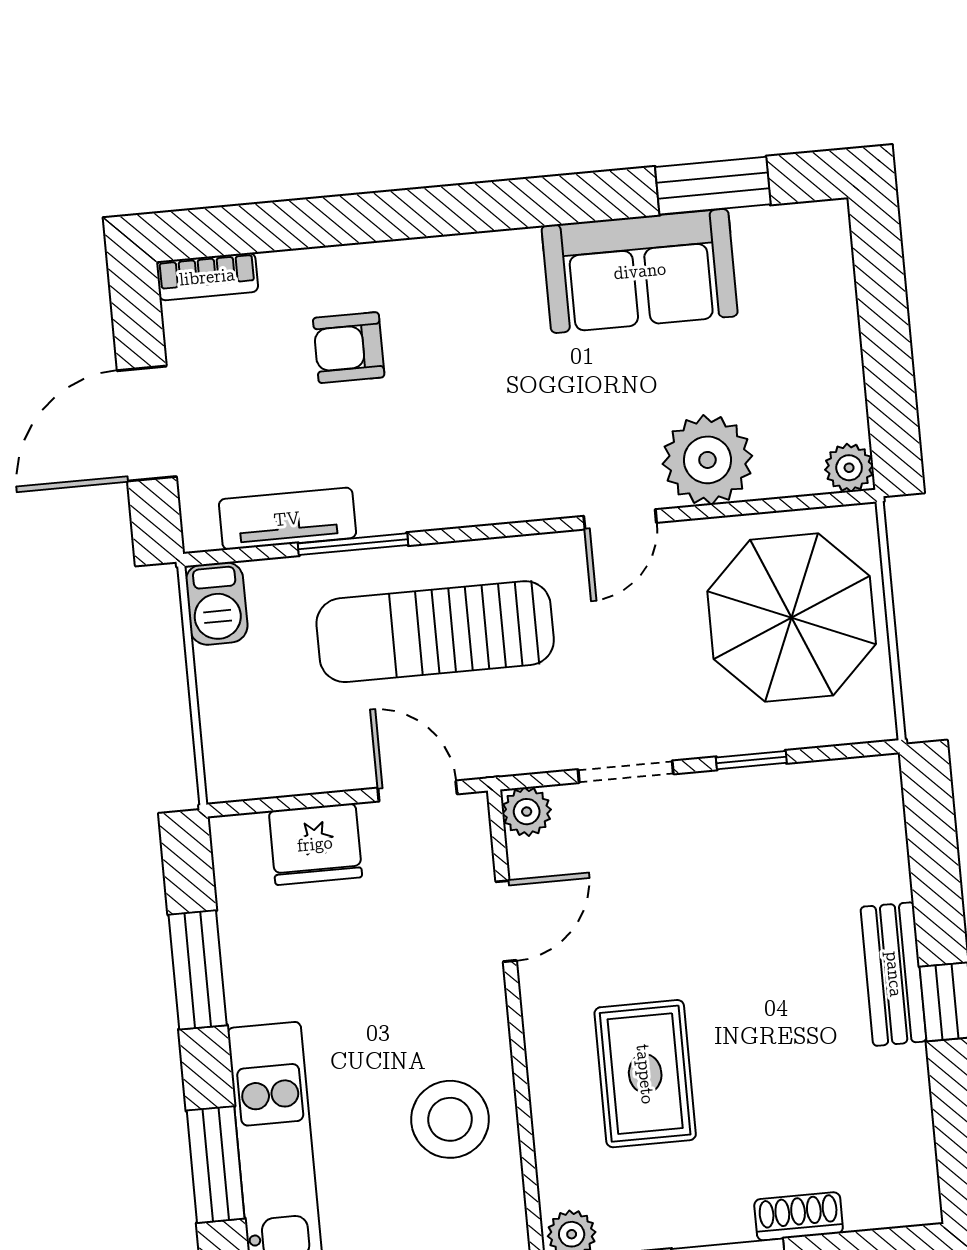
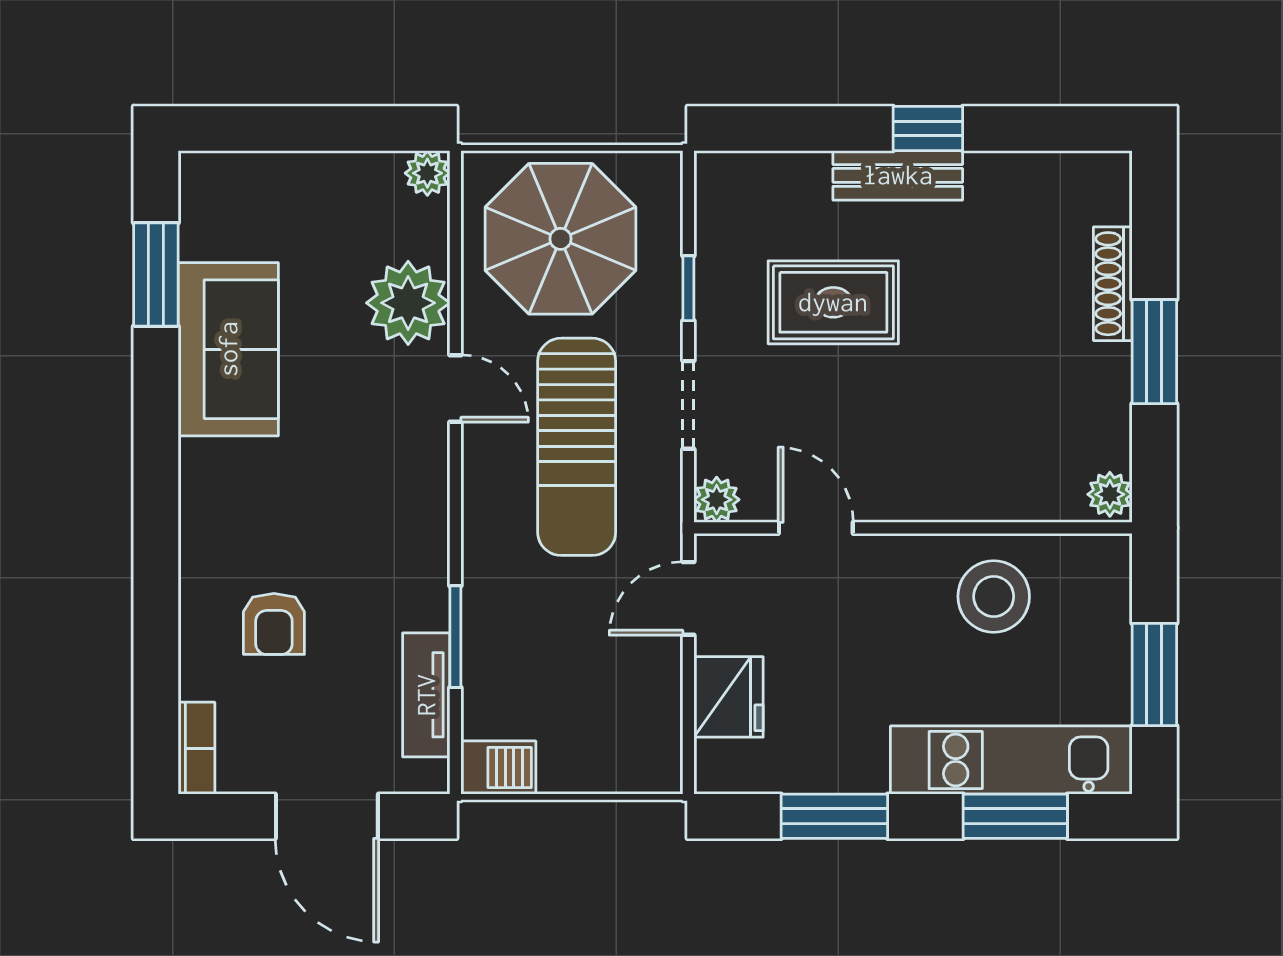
sun lounger: (435, 632) -> (577, 447), moved
rug: (645, 1074) -> (833, 302), moved
shoe rack: (799, 1216) -> (1113, 284), width x1.43

